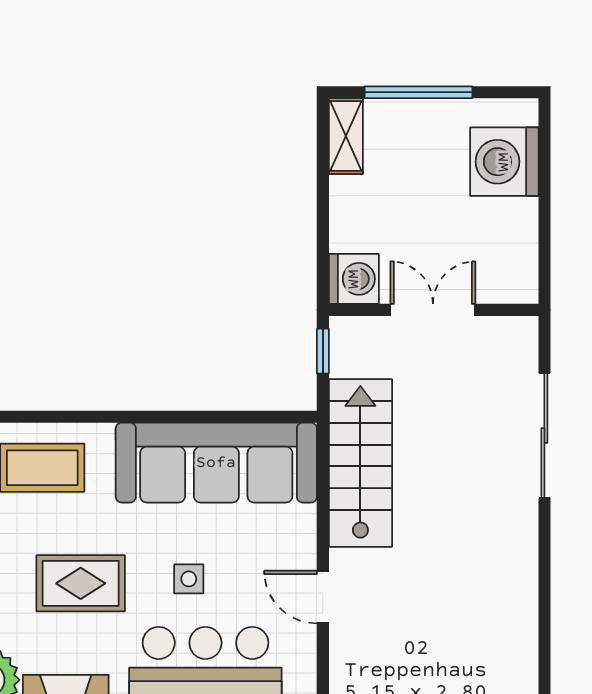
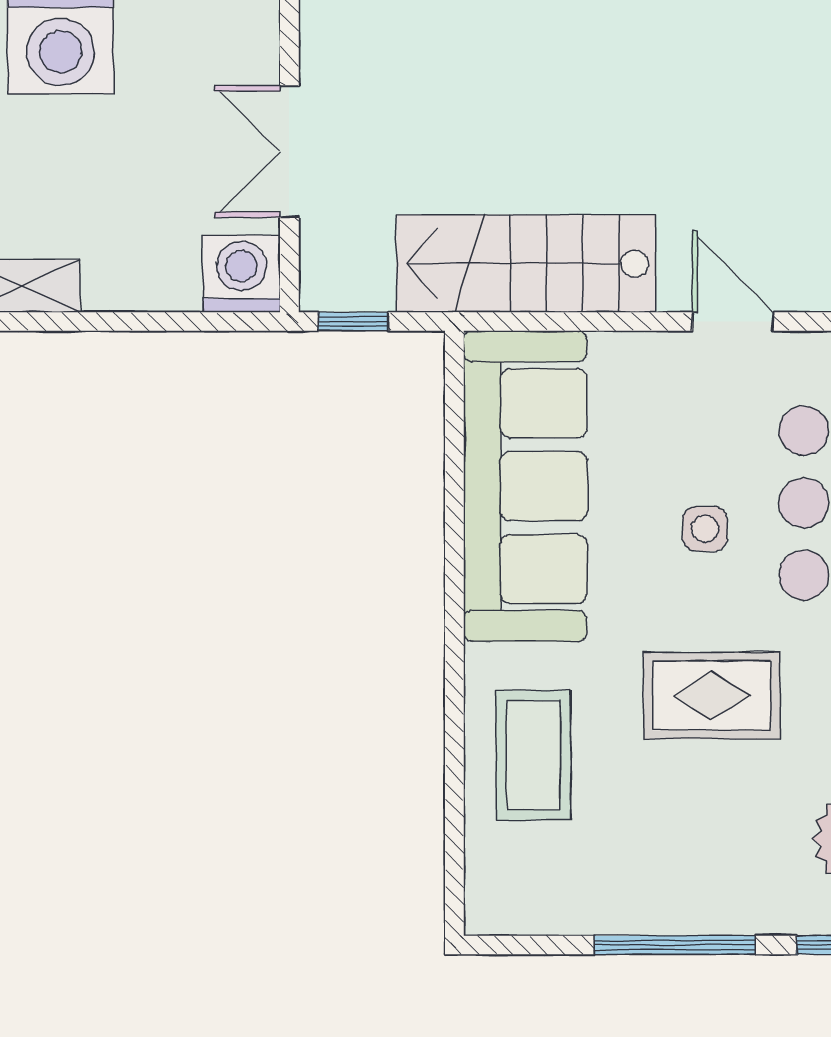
rug: (81, 583) -> (712, 696), turned 90
door: (323, 597) -> (733, 322), swing flipped

